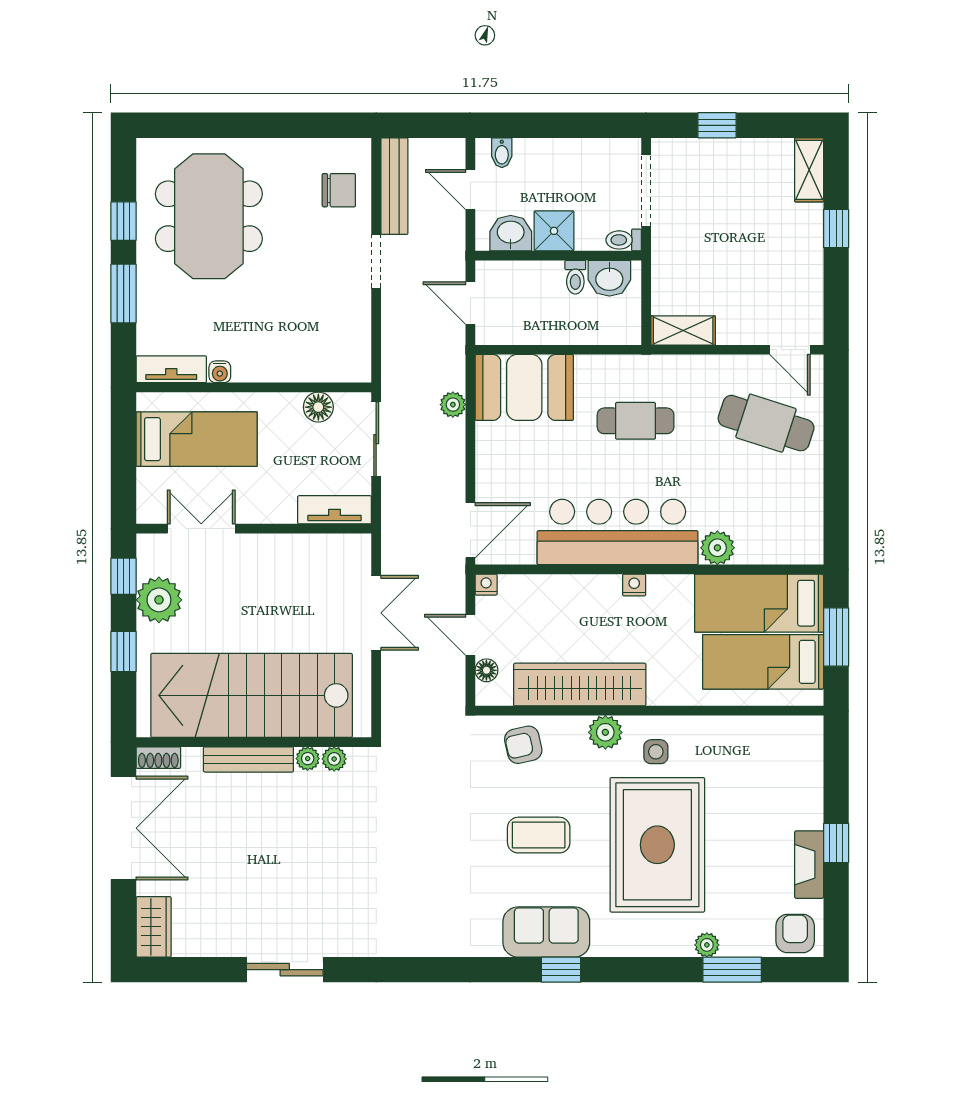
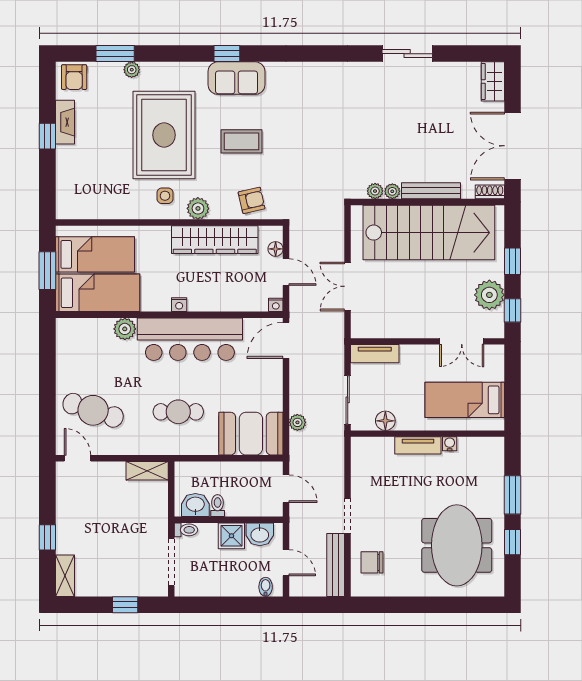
tv unit: (171, 369) -> (418, 445), moved

